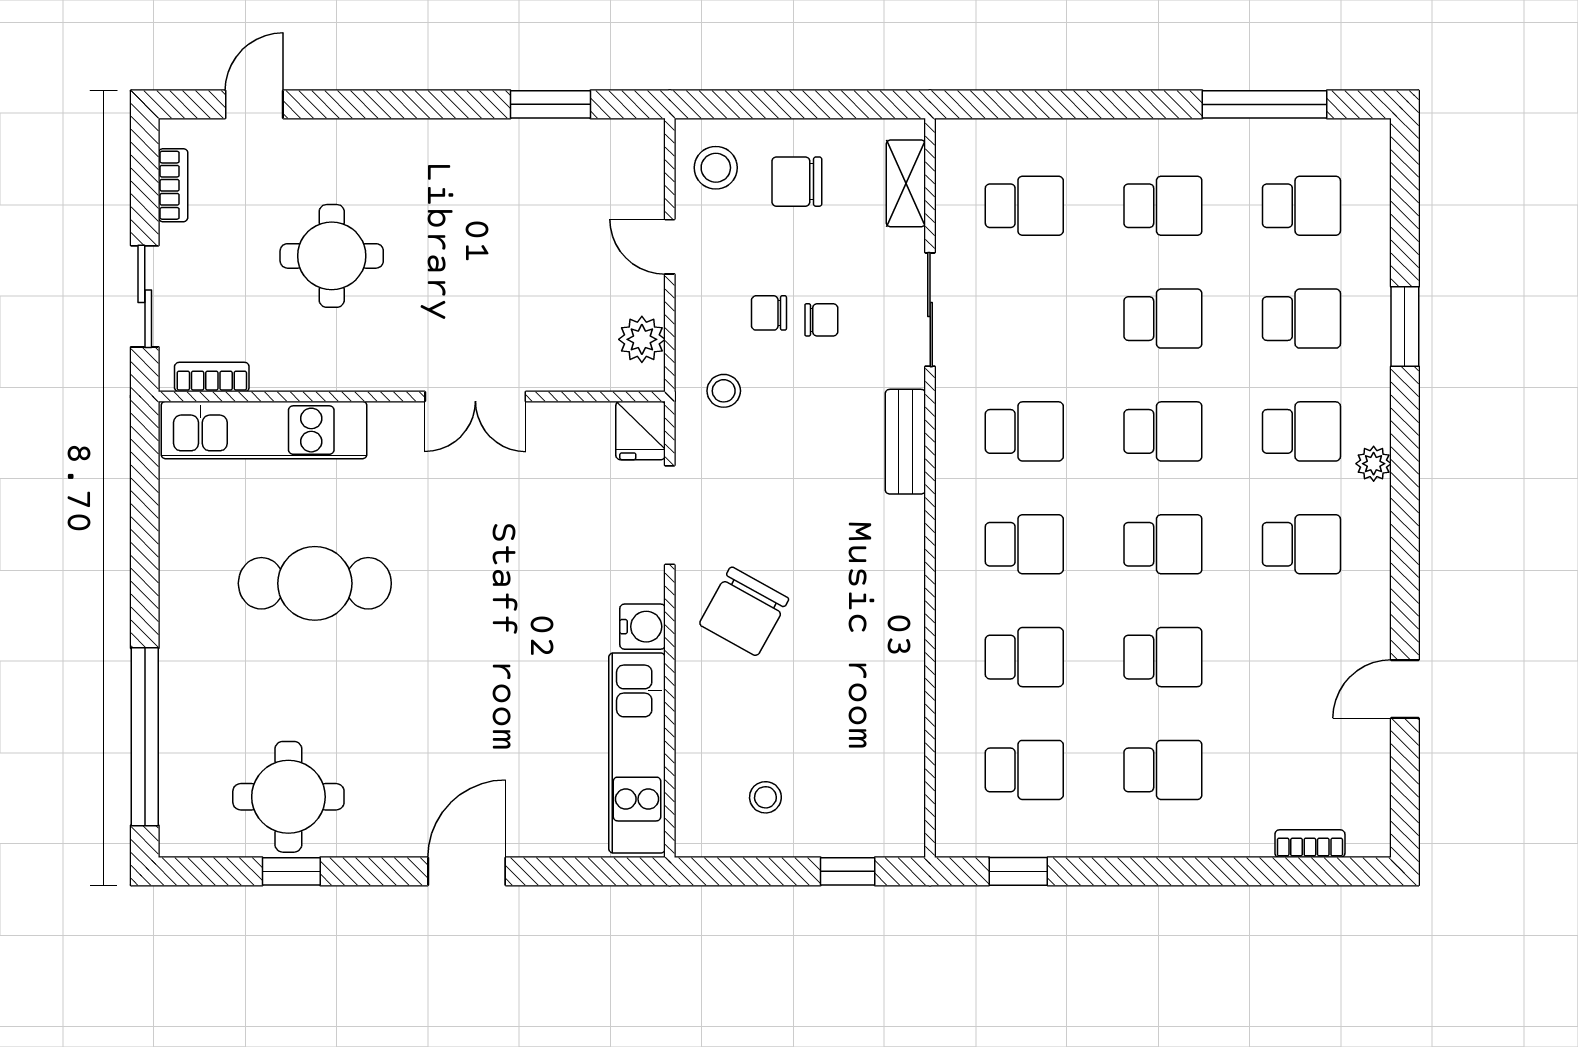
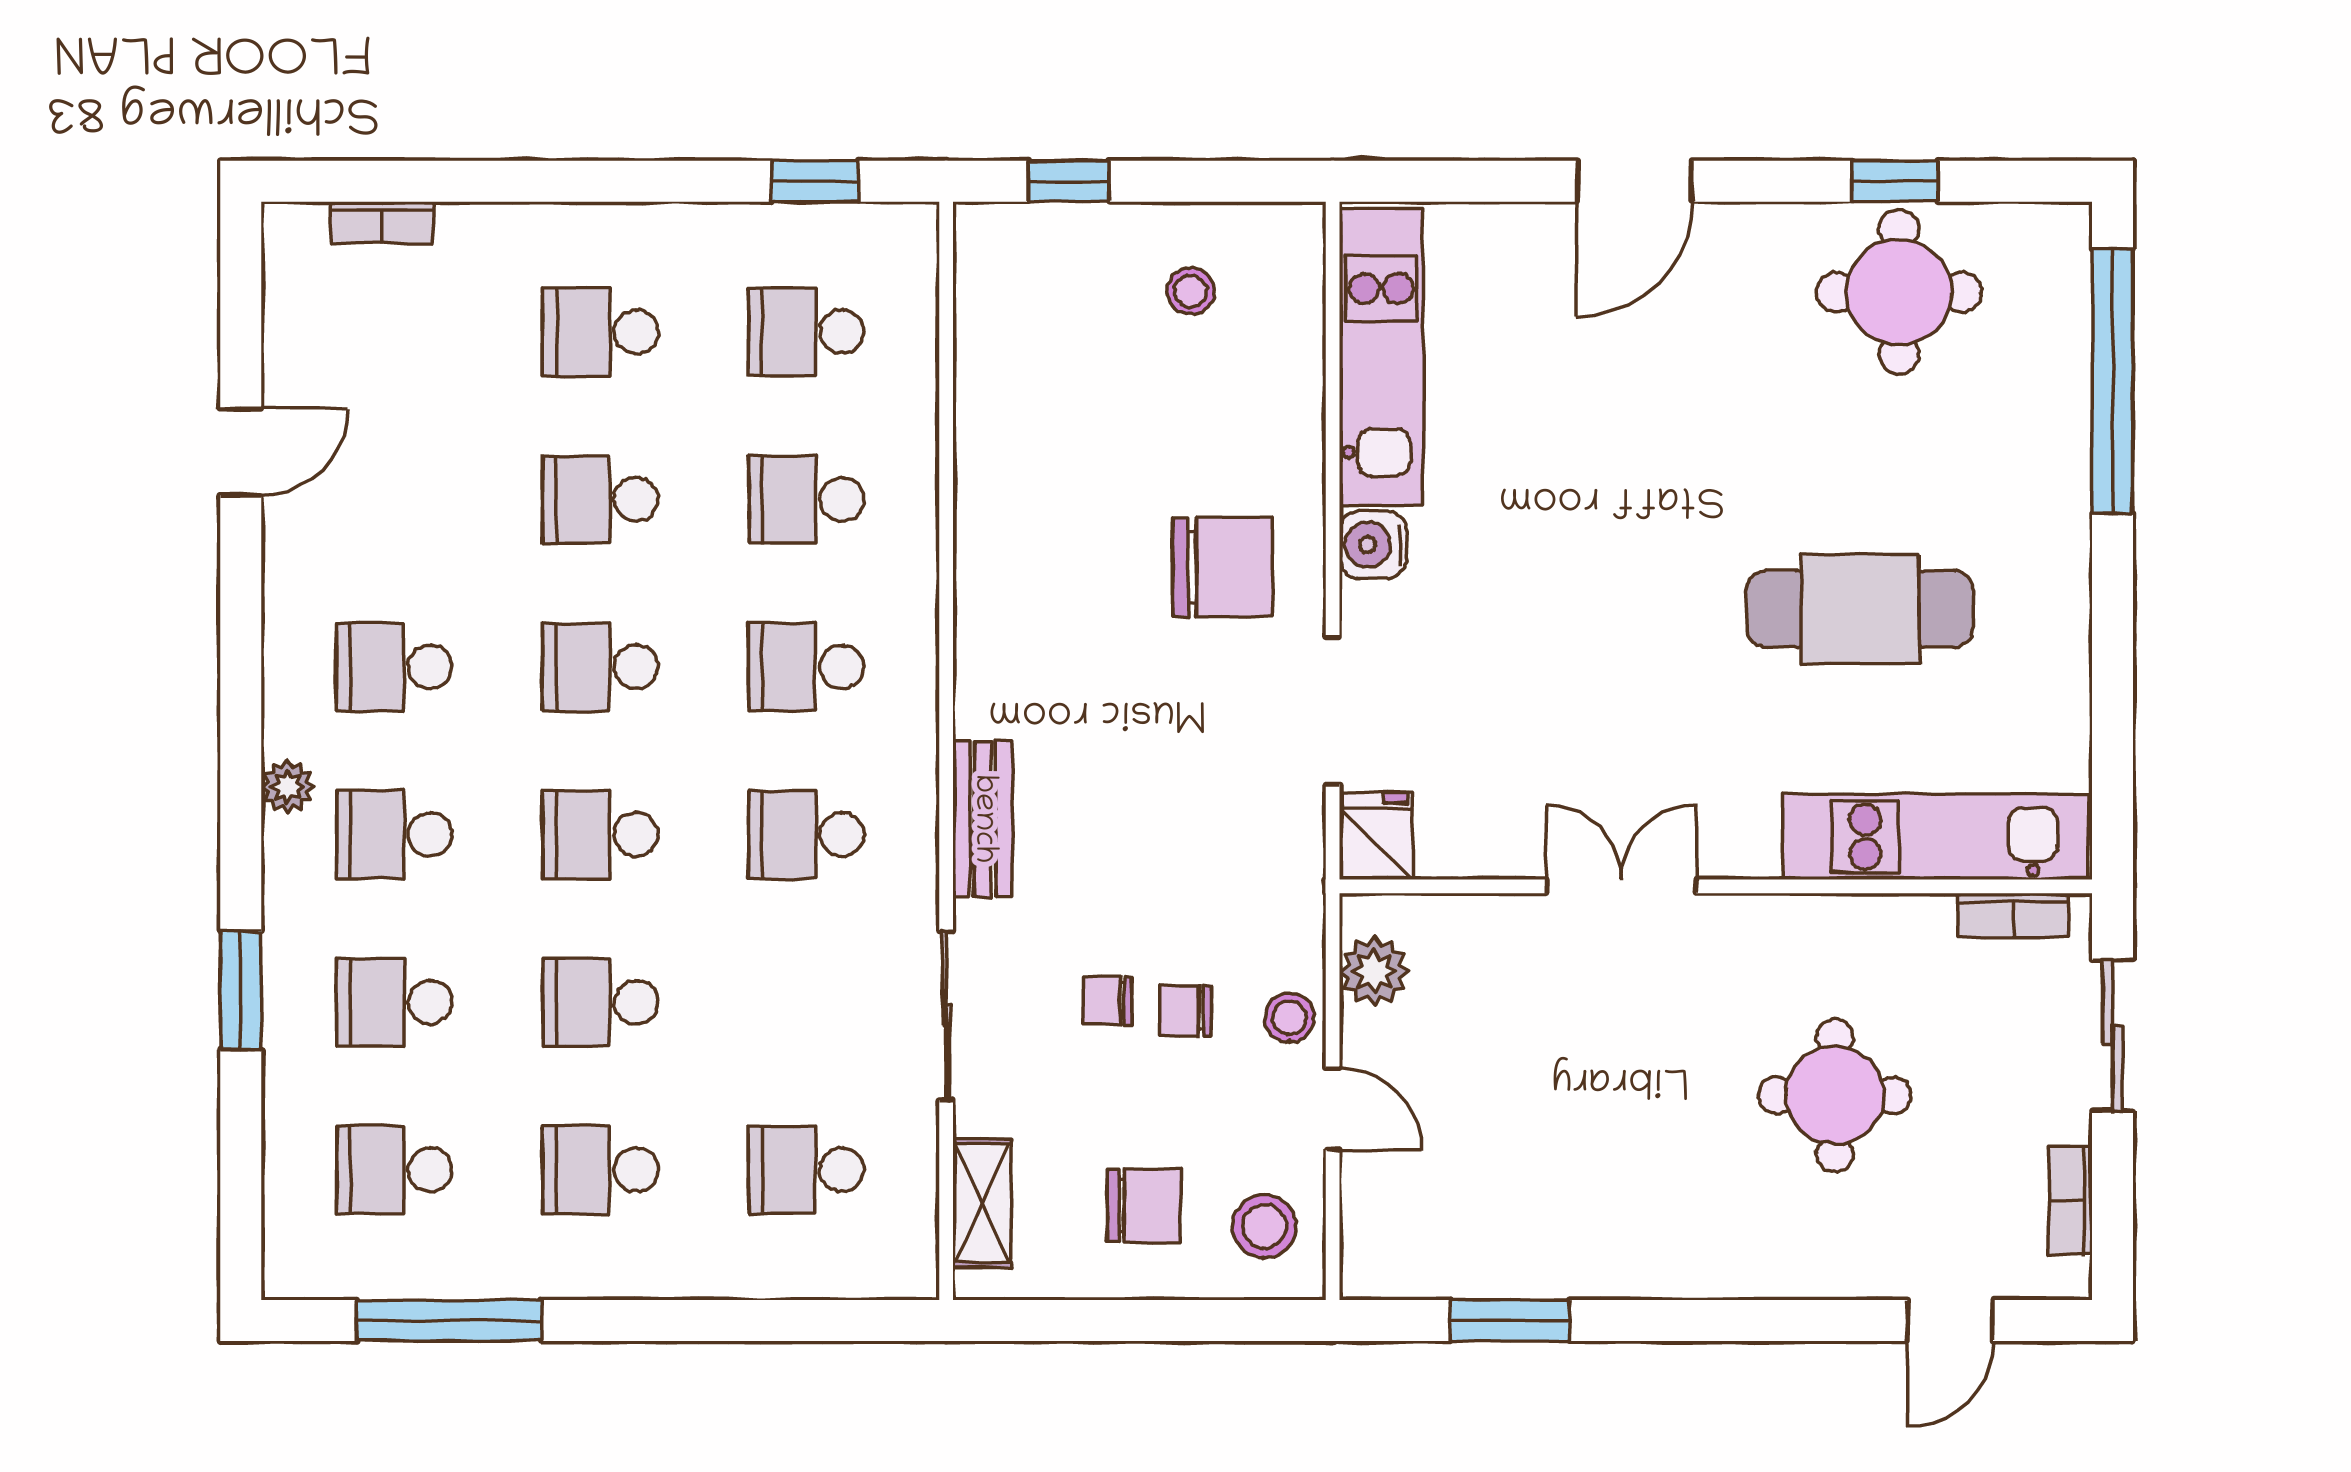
chair: (769, 313) -> (1185, 1011), turned 180
stool: (724, 391) -> (1289, 1018), moved
chair: (744, 611) -> (1222, 567), turned 61

